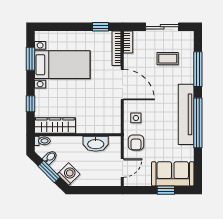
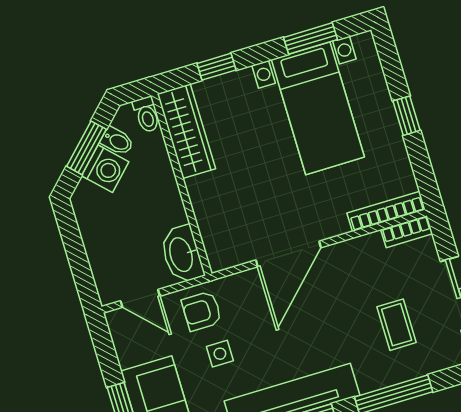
window: (101, 27) -> (406, 116), moved
door: (122, 85) -> (288, 254), moved
side table: (136, 118) -> (220, 354), moved
washbasin: (96, 144) -> (182, 254), moved
washing machine: (69, 174) -> (105, 169), moved

